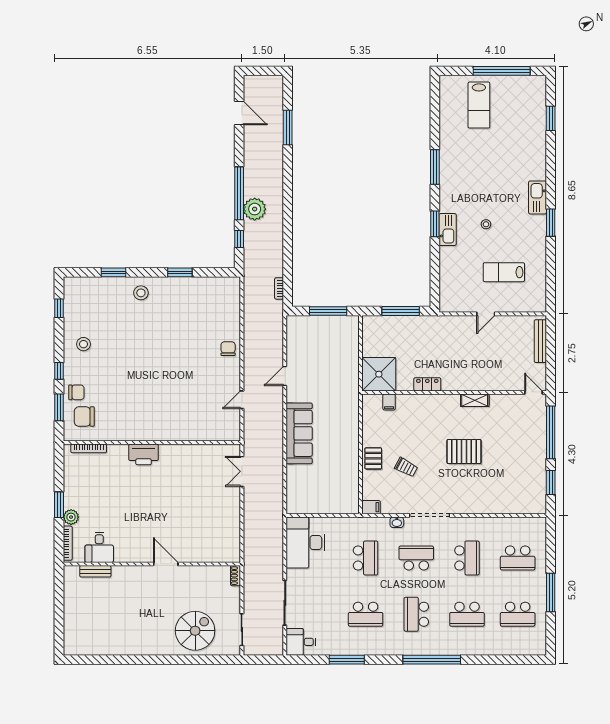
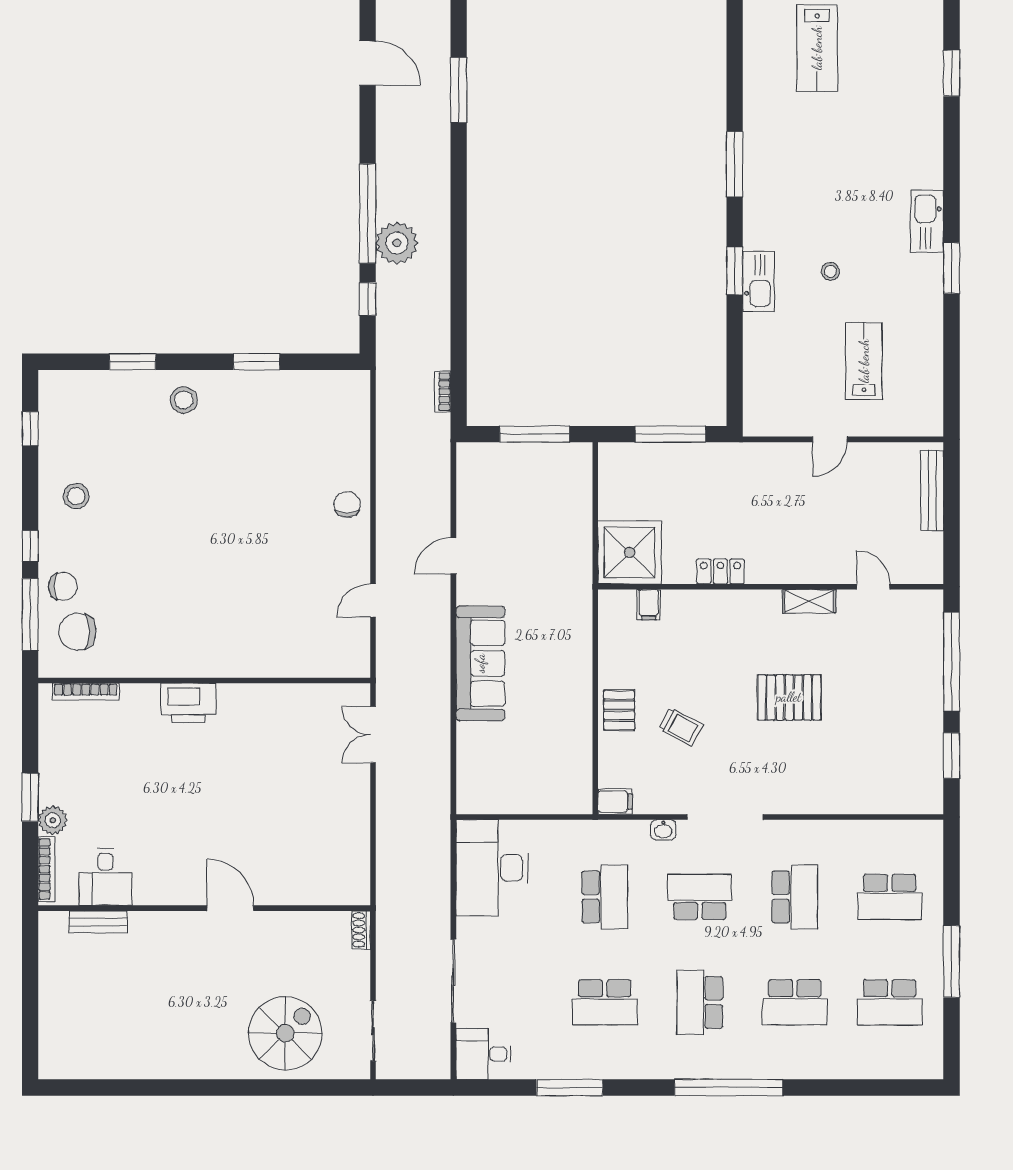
lab bench: (504, 272) -> (864, 361), turned 90
door: (533, 392) -> (873, 587), moved
window: (59, 407) -> (30, 614), width x1.44

